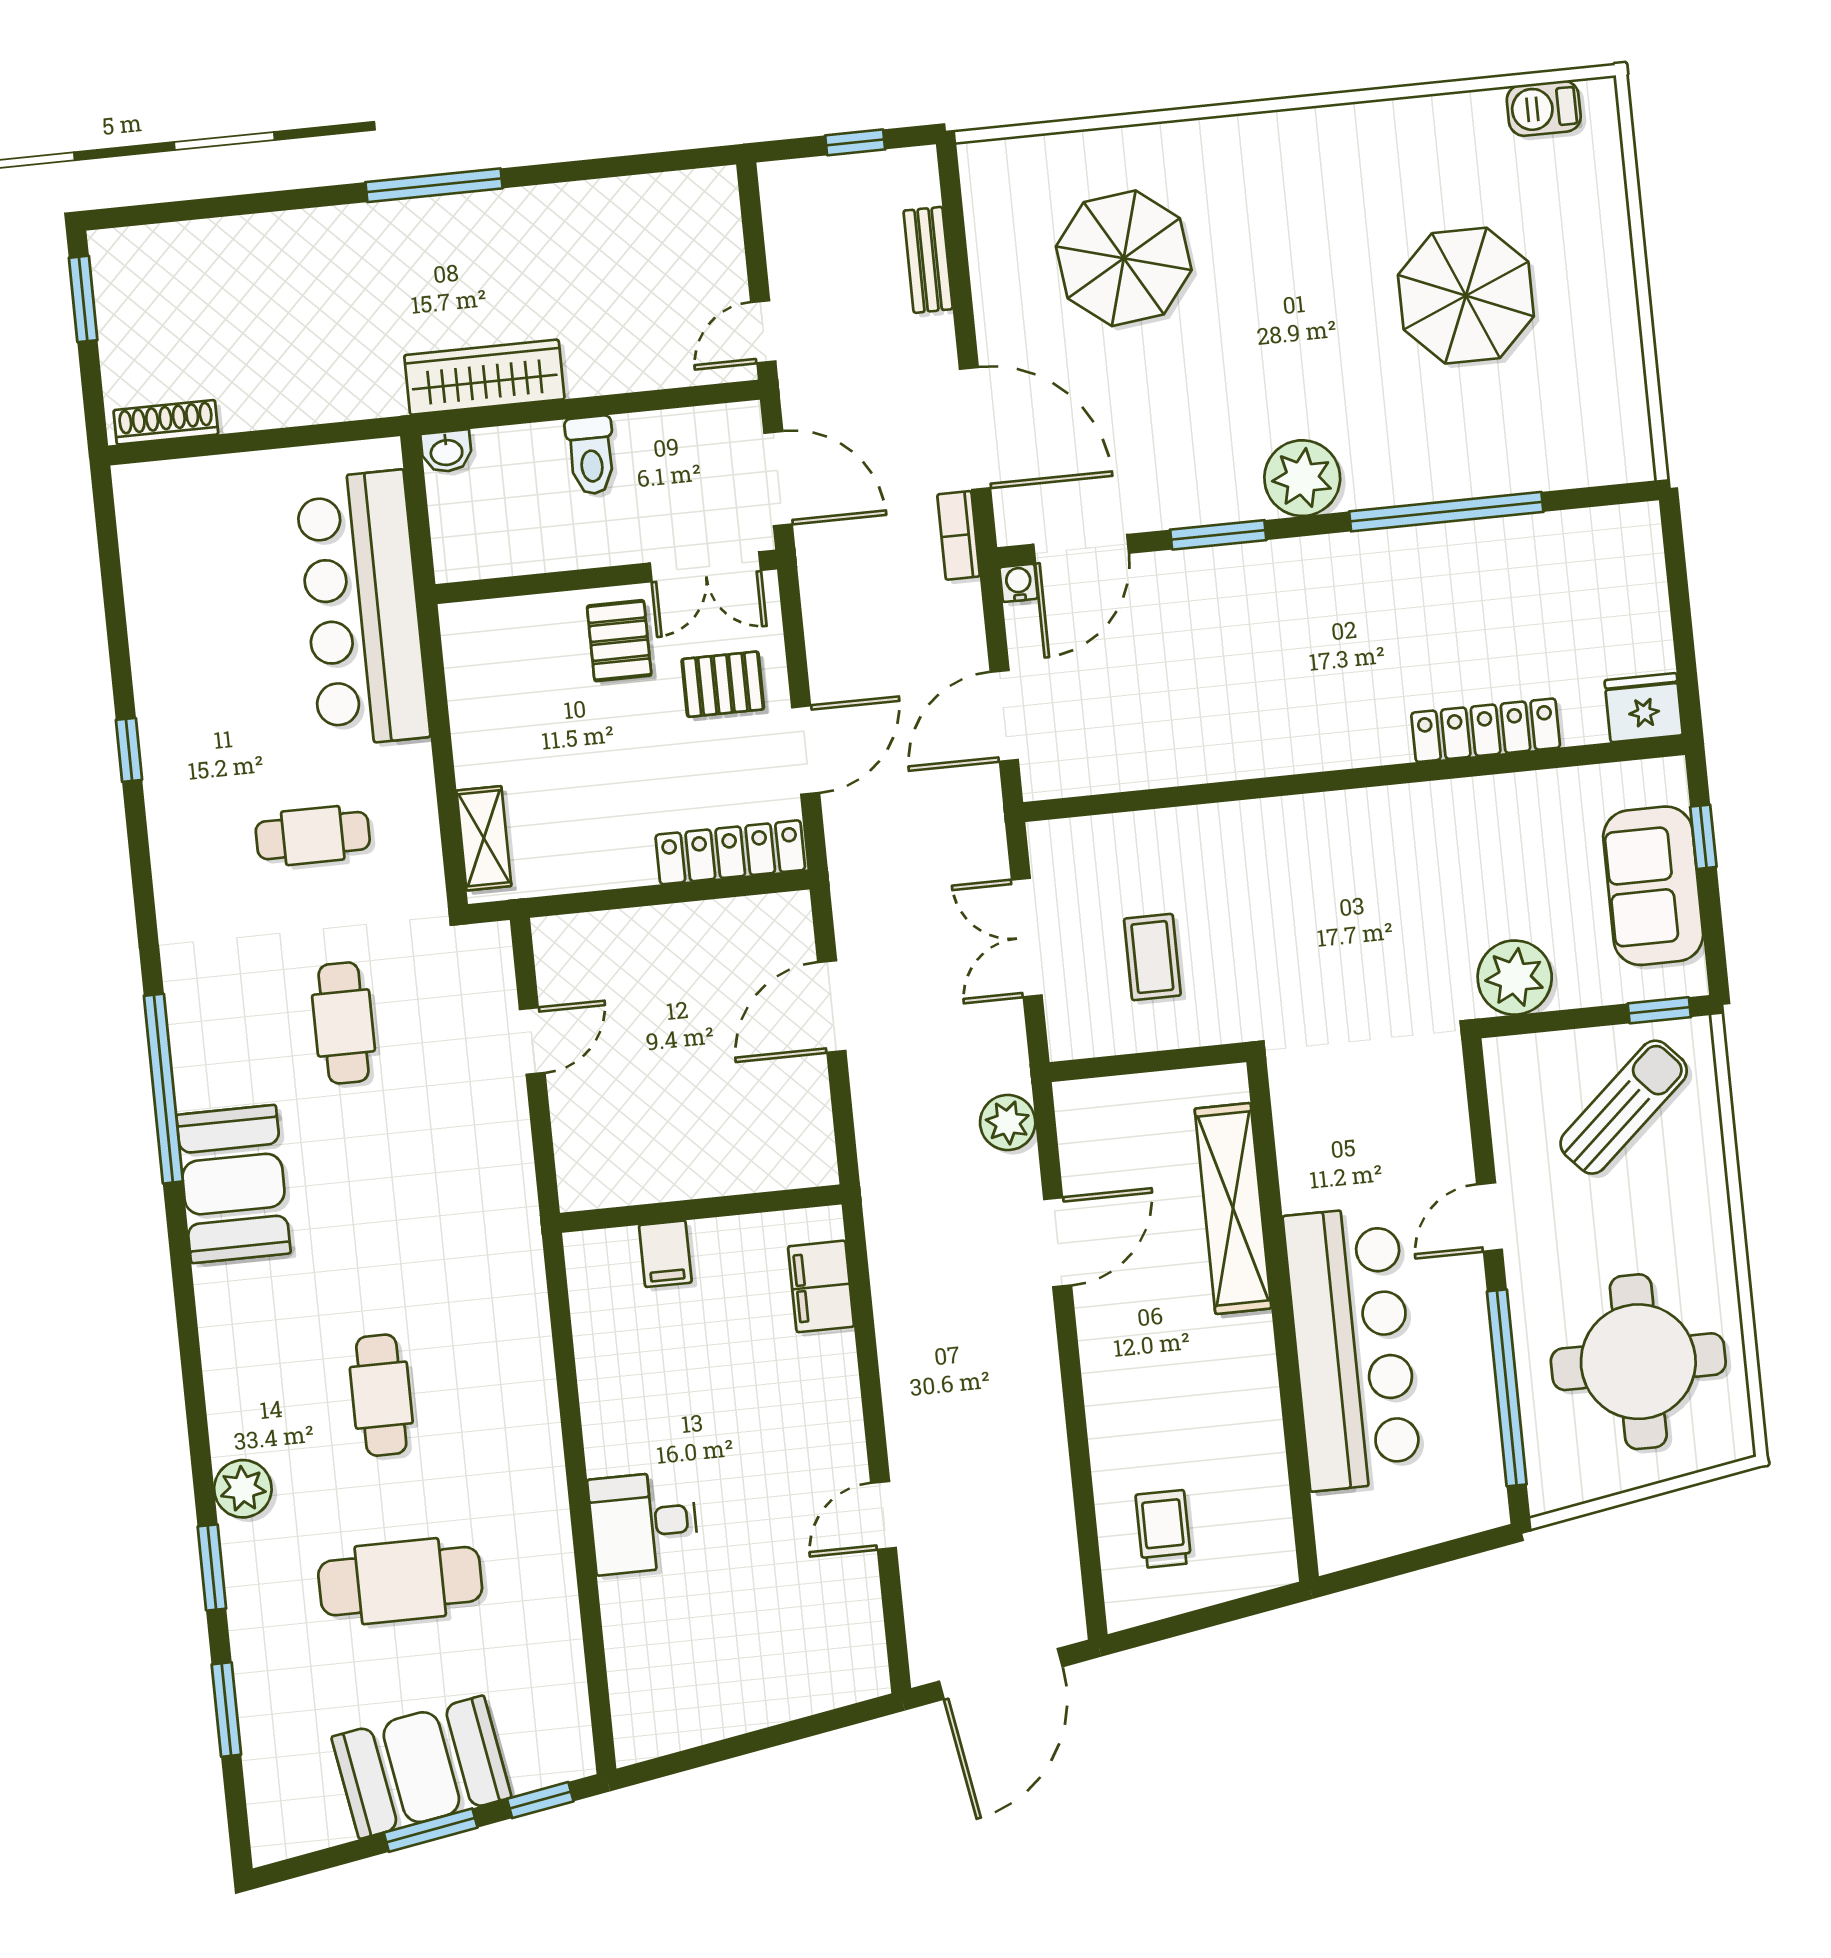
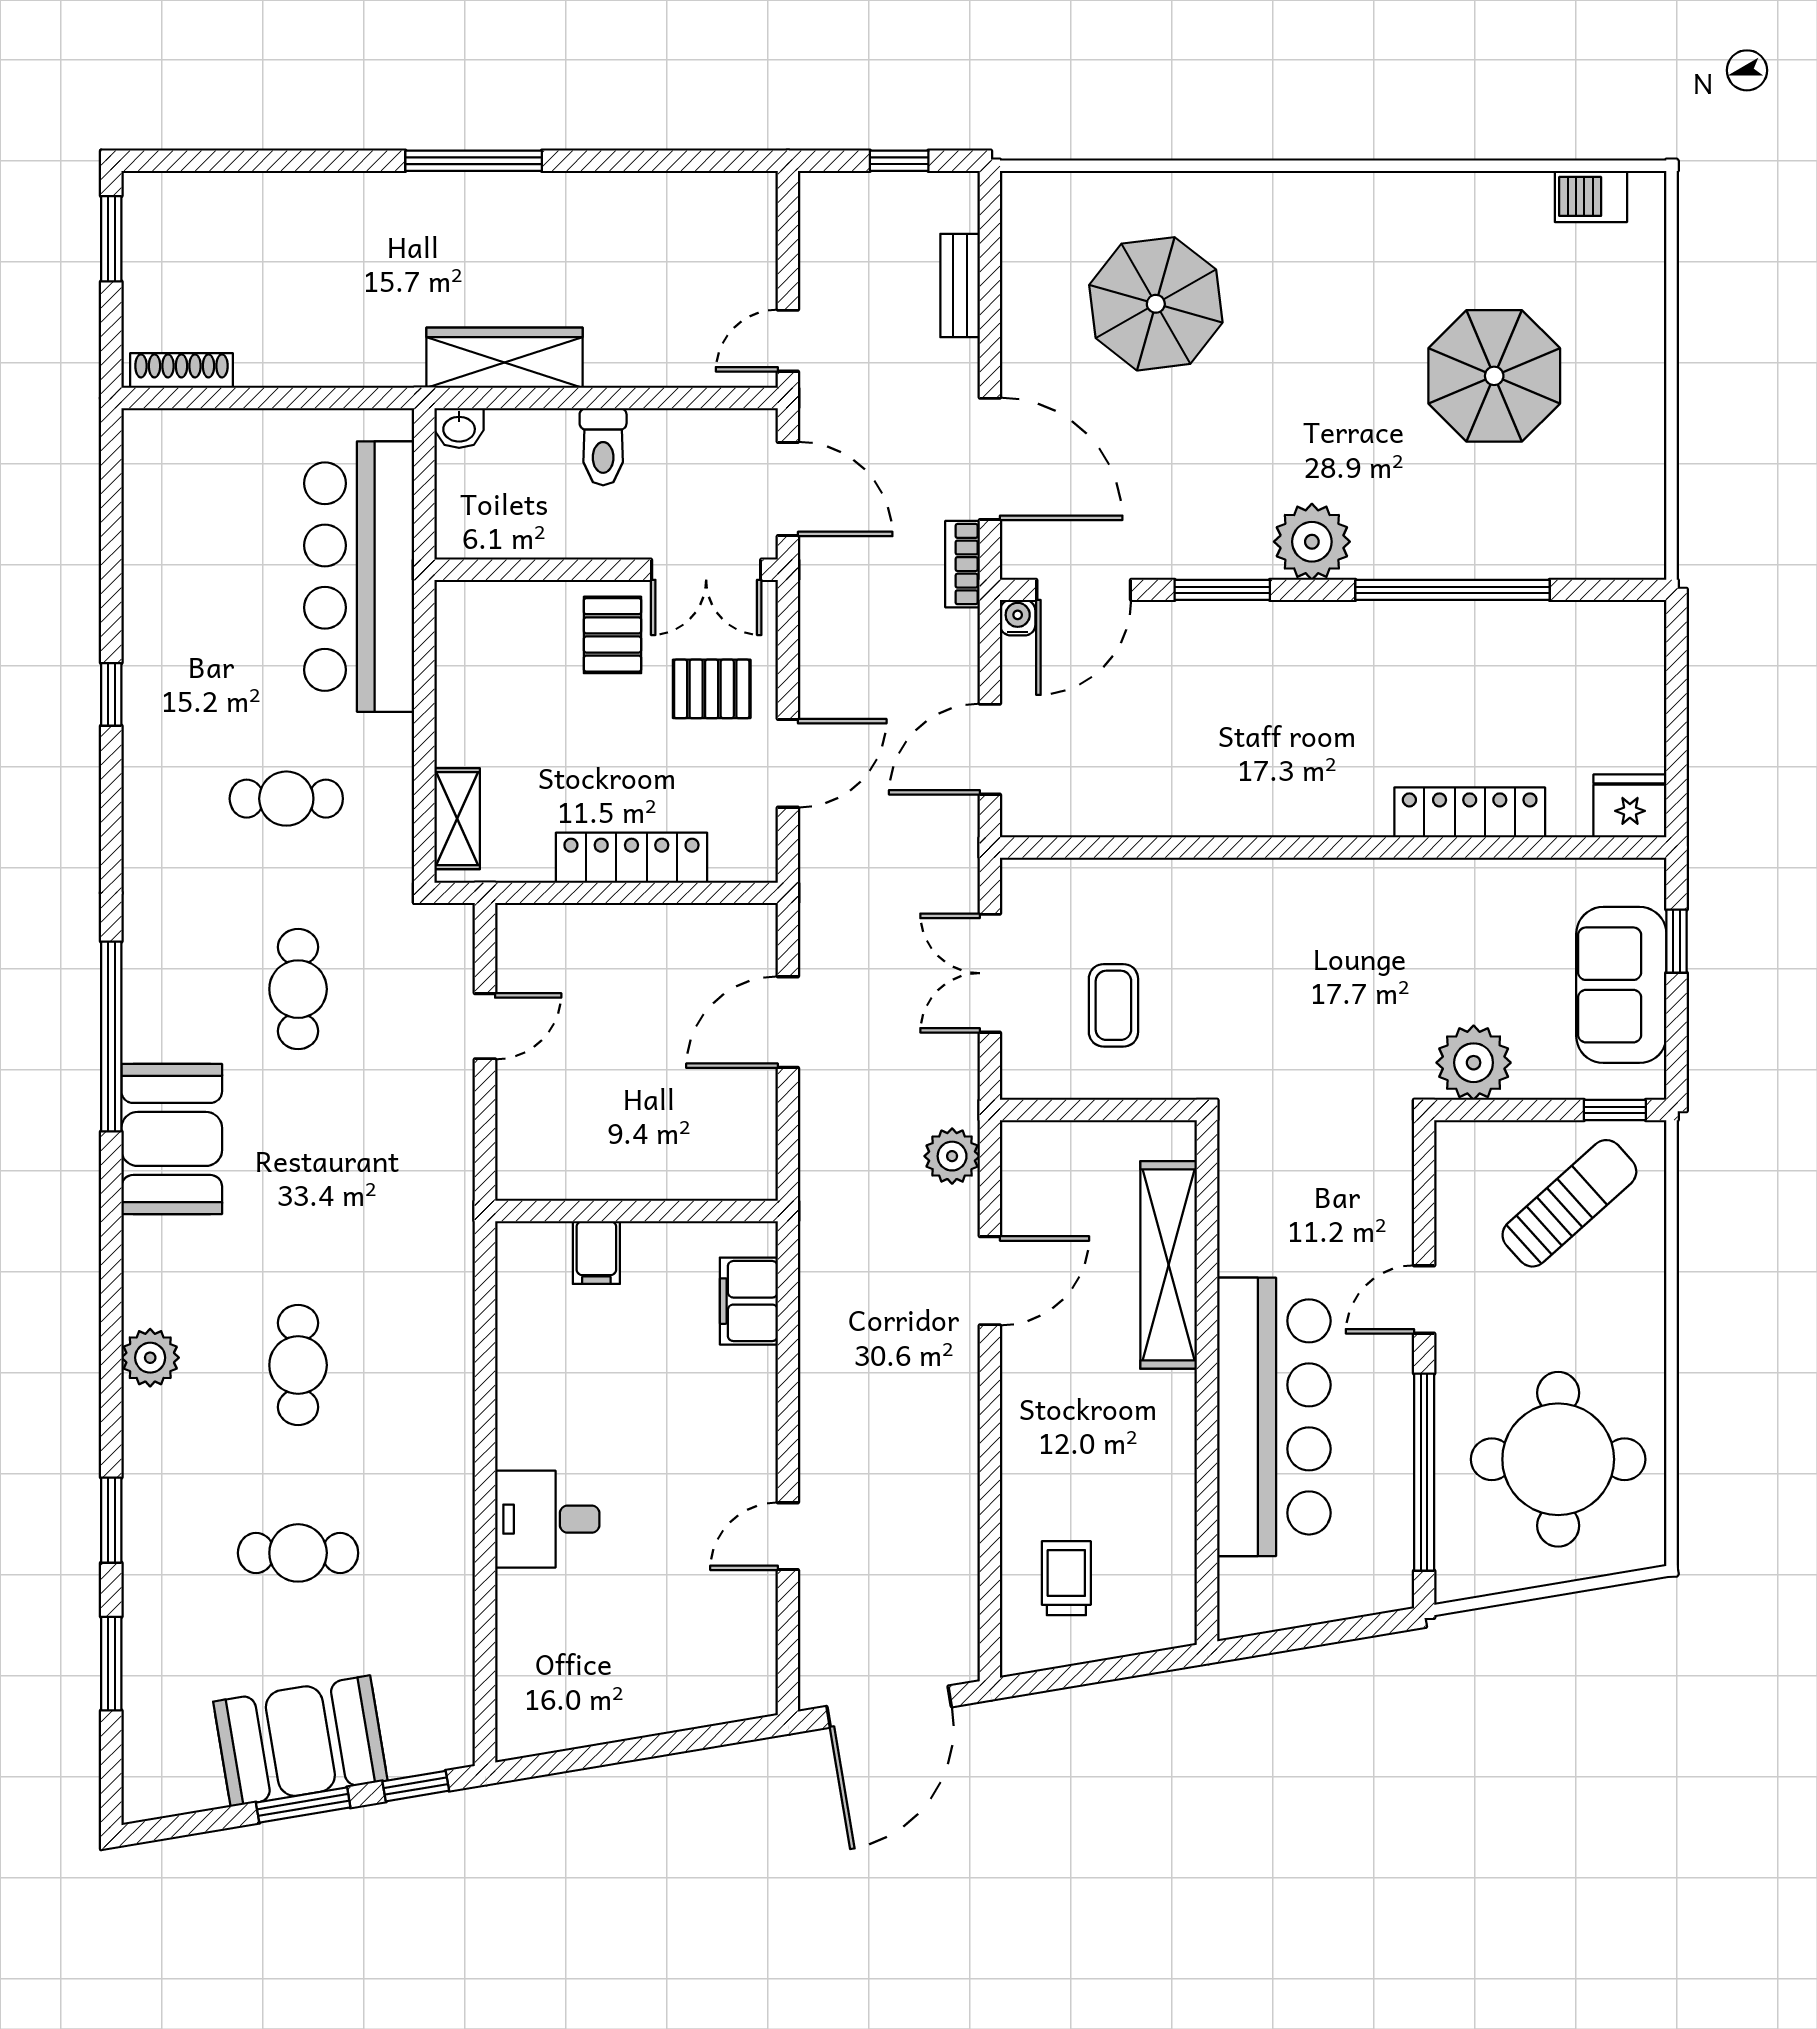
locker: (730, 852) -> (631, 858), moved
plant: (243, 1489) -> (150, 1358), moved
cafe table: (400, 1581) -> (298, 1553), width x0.73, depth x0.74

